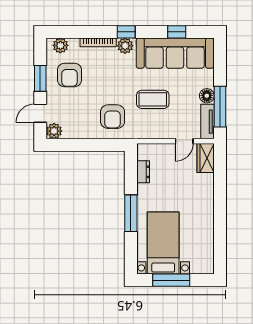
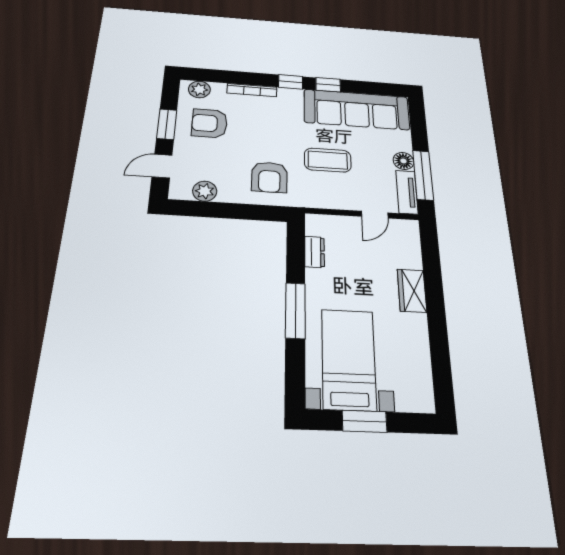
window: (177, 32) -> (328, 85), moved
plant: (125, 46) -> (289, 96), removed
armchair: (69, 75) -> (209, 123), turned 90
plant: (54, 131) -> (205, 191), moved
wardrobe: (206, 158) -> (412, 291), moved
window: (171, 280) -> (365, 421), width x0.69

